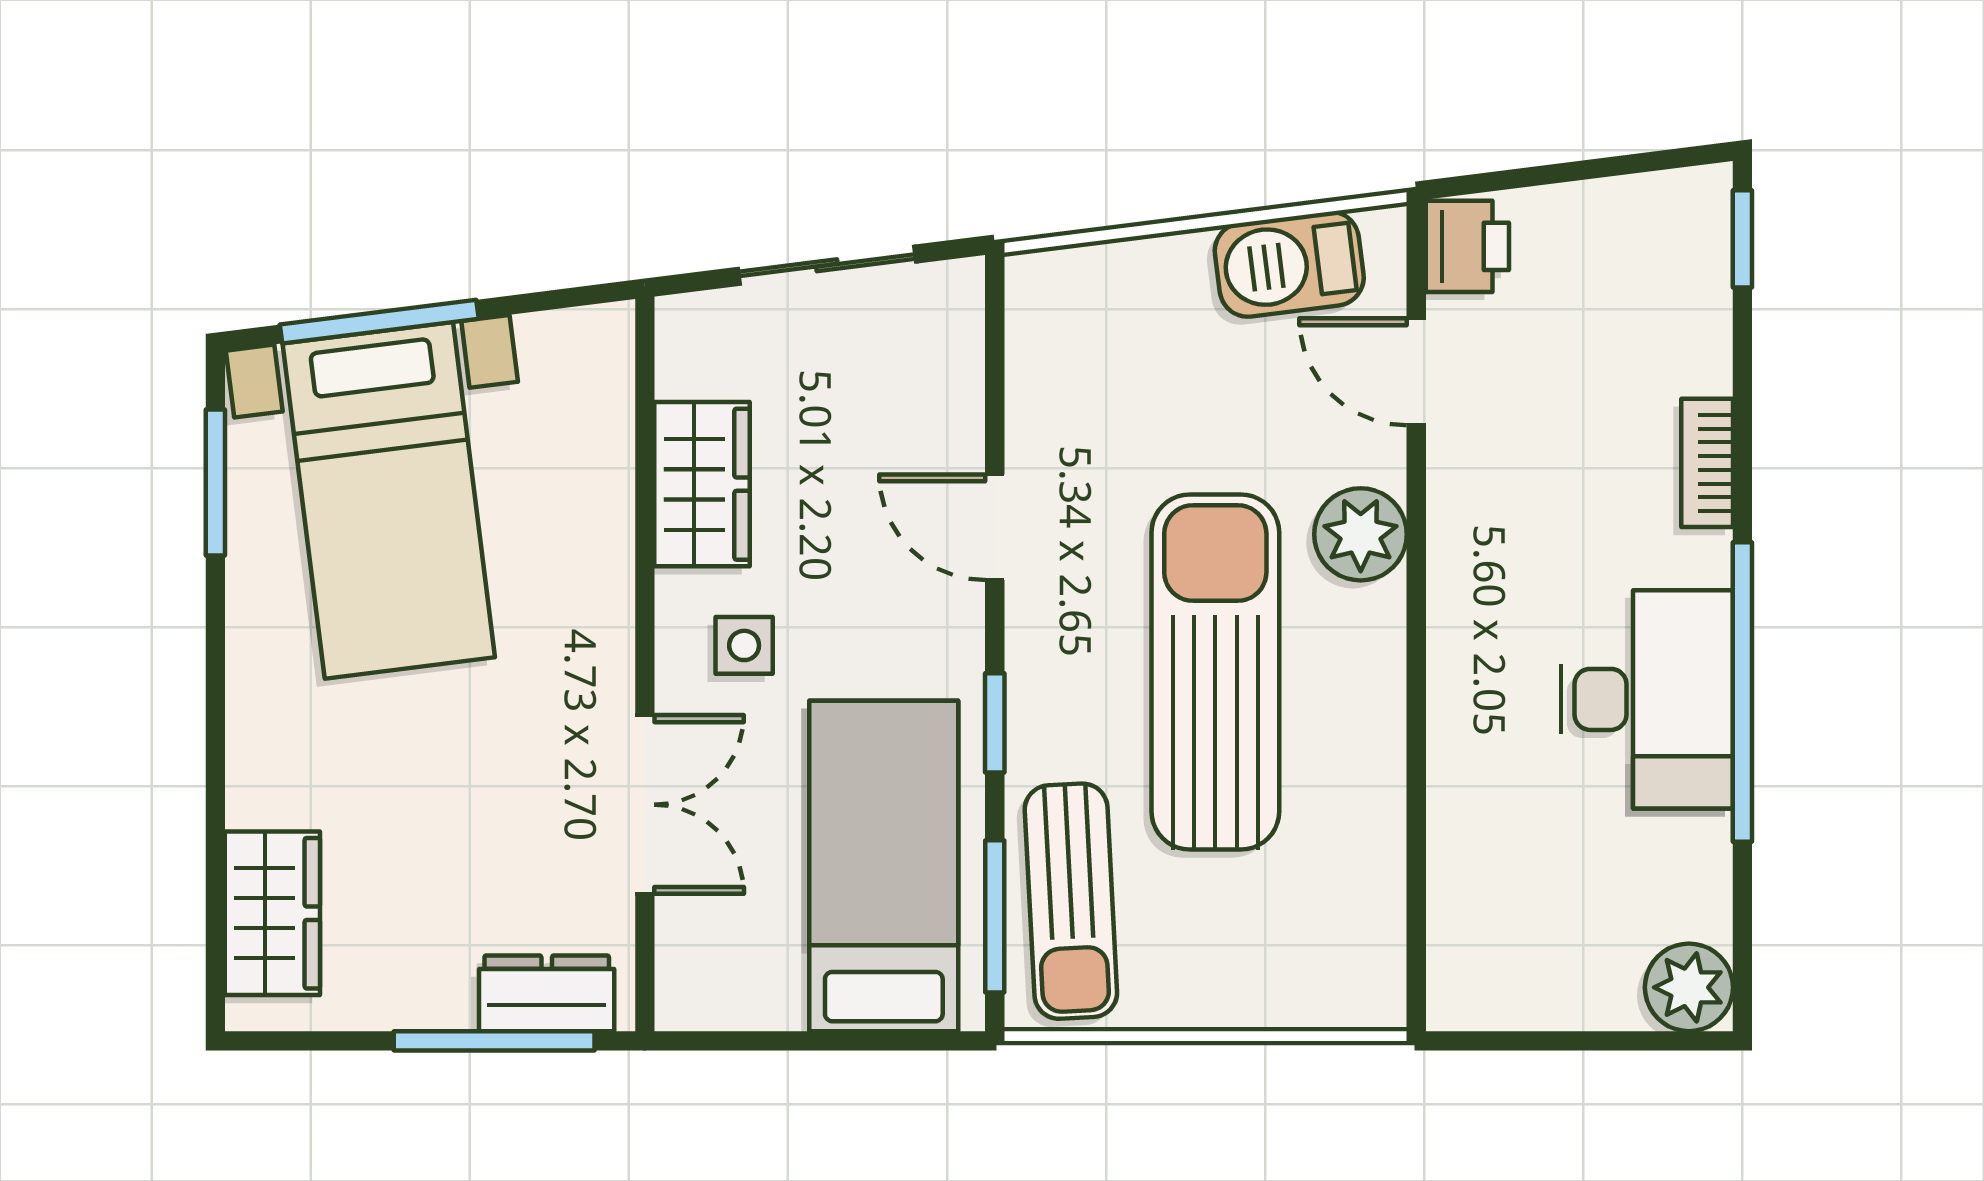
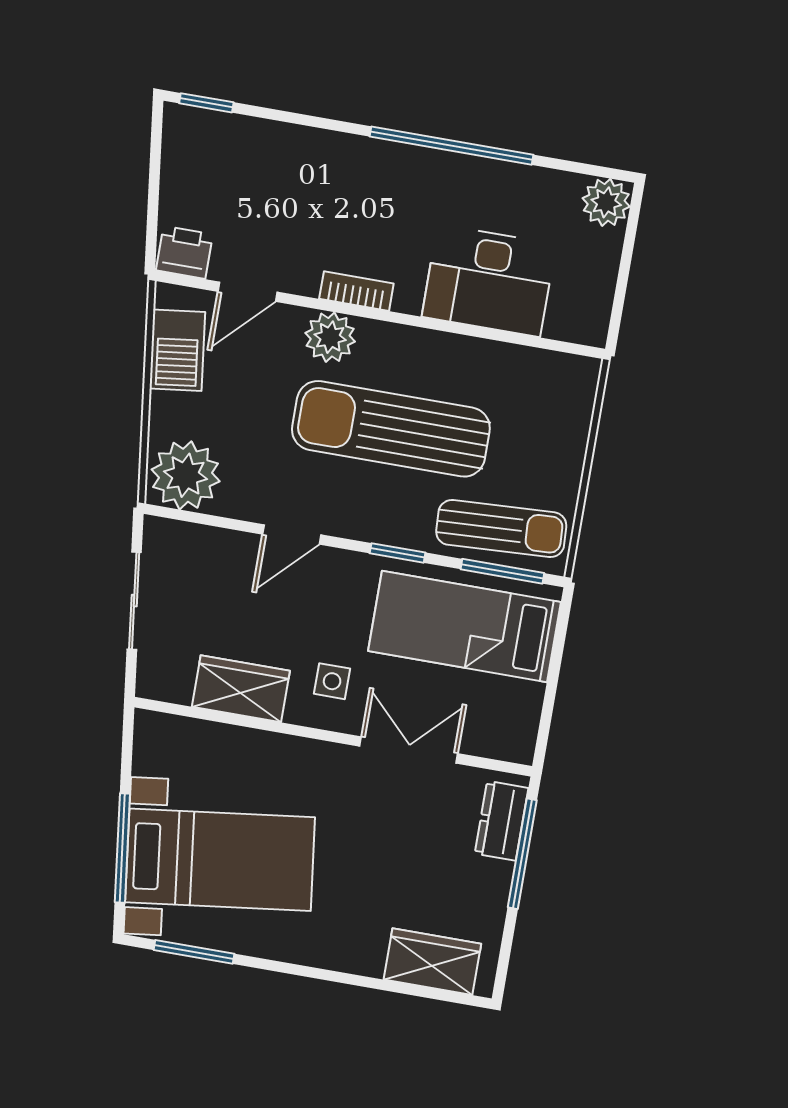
plant: (1068, 318) -> (186, 475), added
bookcase: (1707, 463) -> (356, 291), moved, turned 180
desk: (1647, 699) -> (489, 281), moved, turned 180

